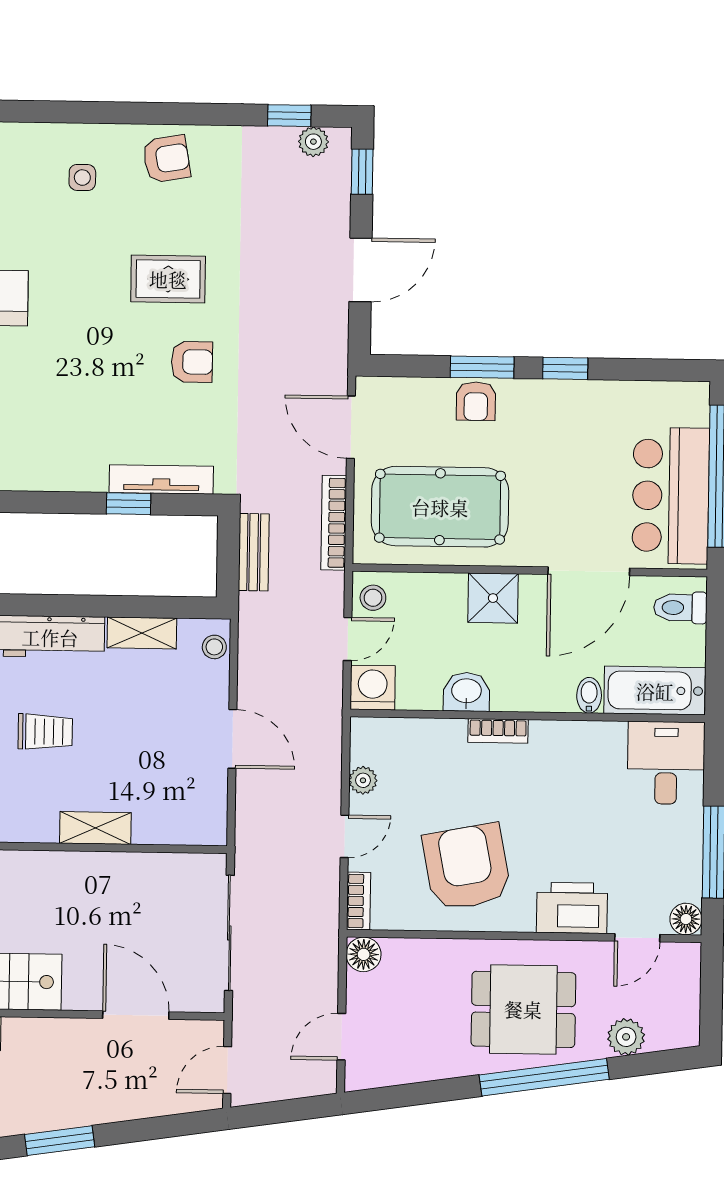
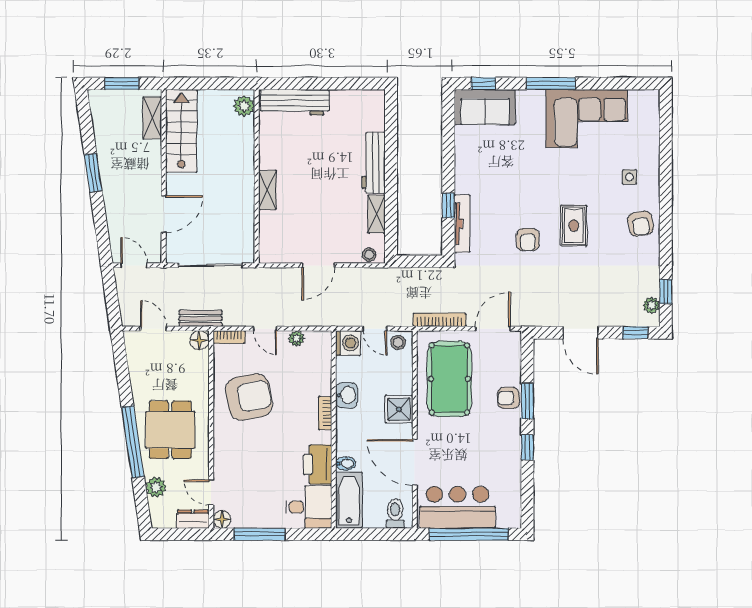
bench: (254, 552) -> (201, 318), moved
trolley: (45, 732) -> (321, 161), removed
printer: (572, 908) -> (318, 465), moved, turned 180
dresser: (684, 971) -> (193, 519), added

